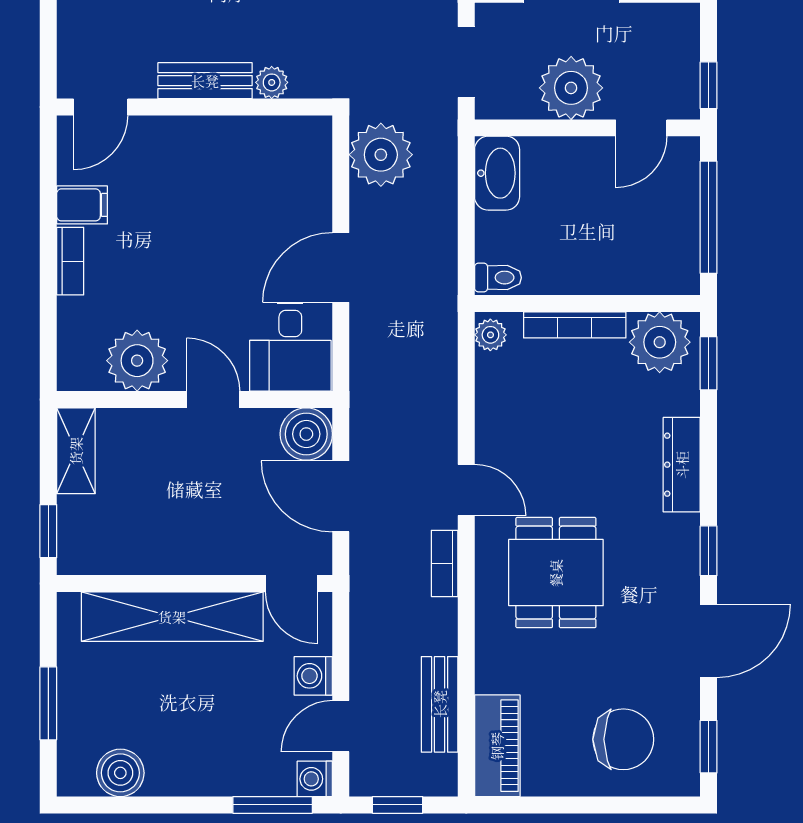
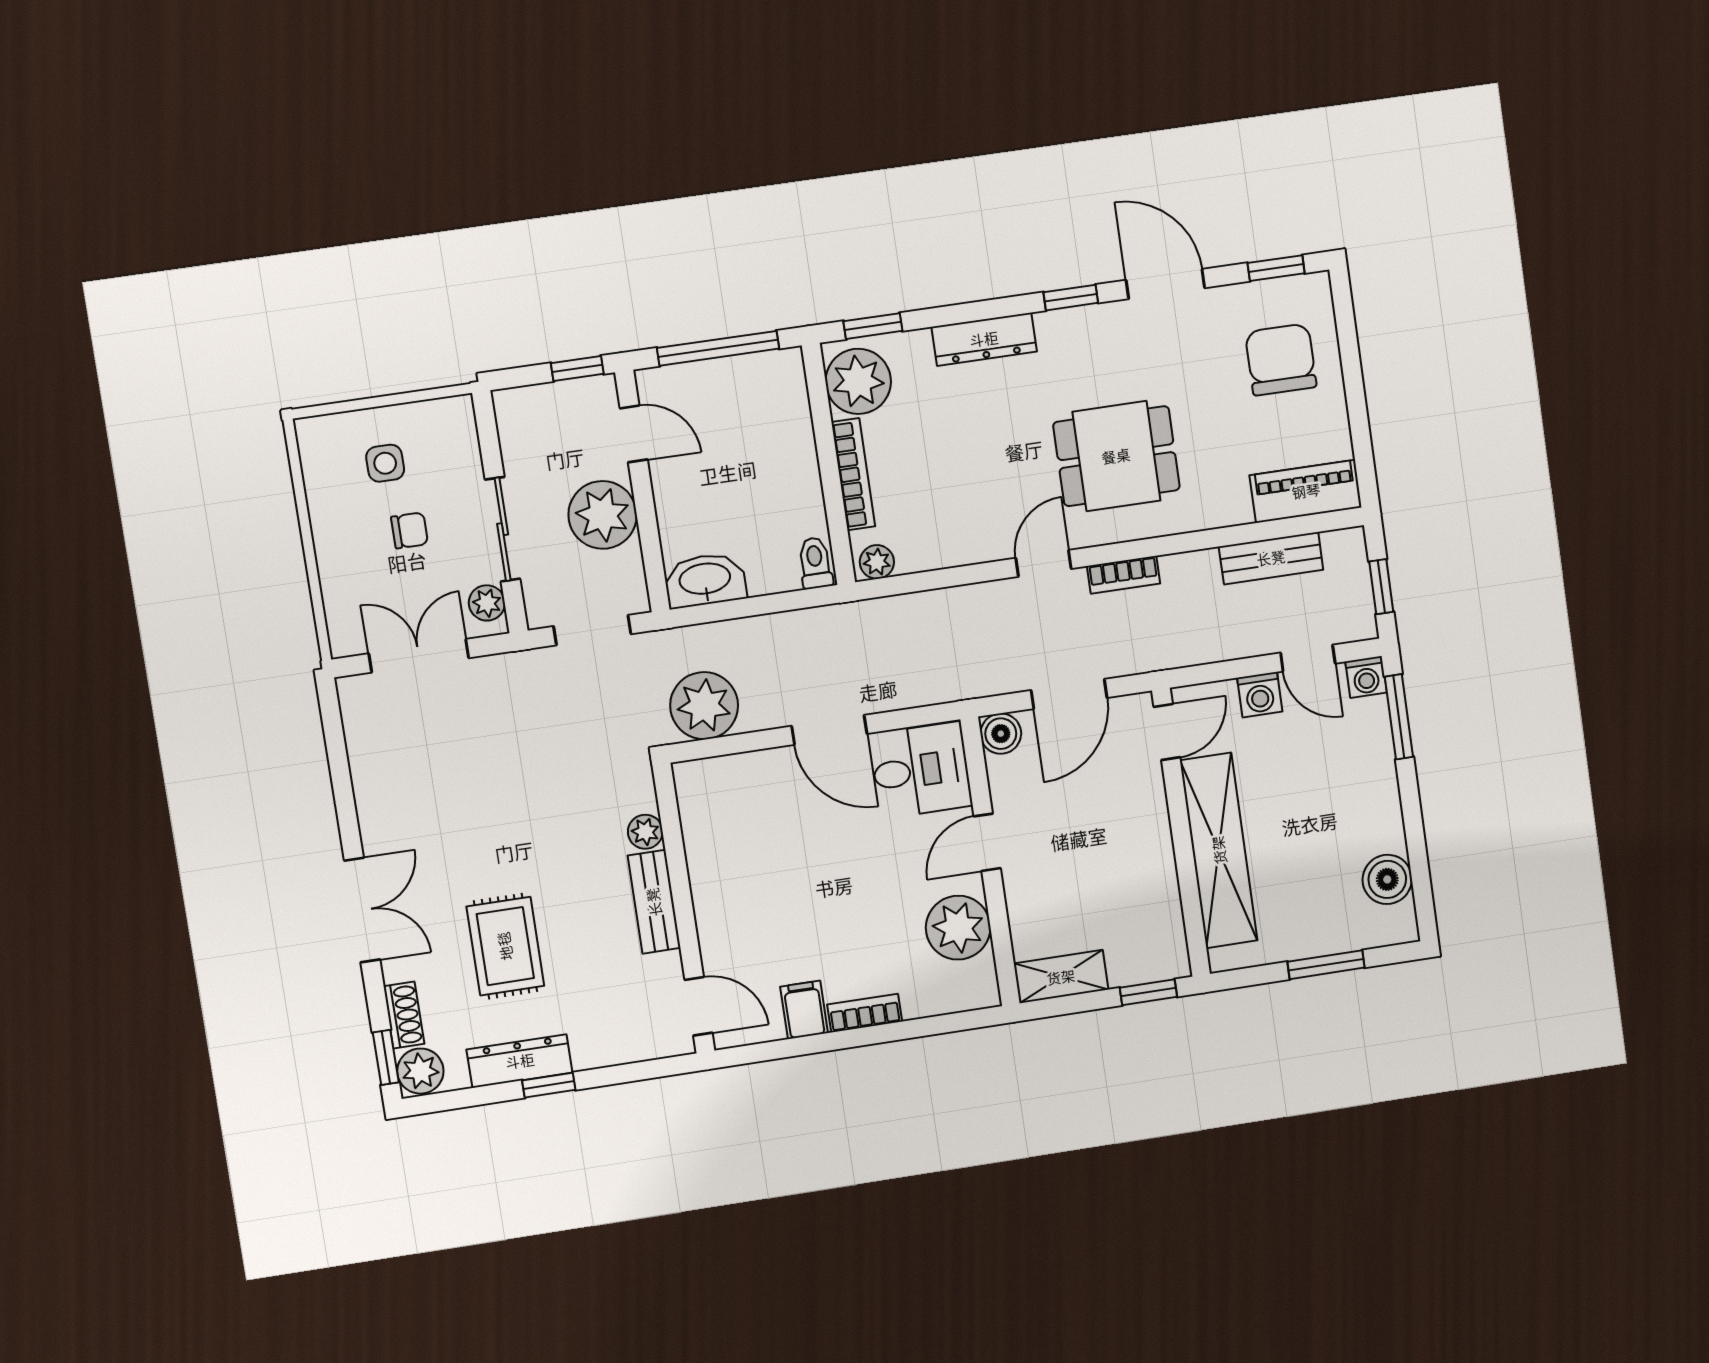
boiler: (306, 434) -> (1001, 734), width x0.73, depth x0.73

